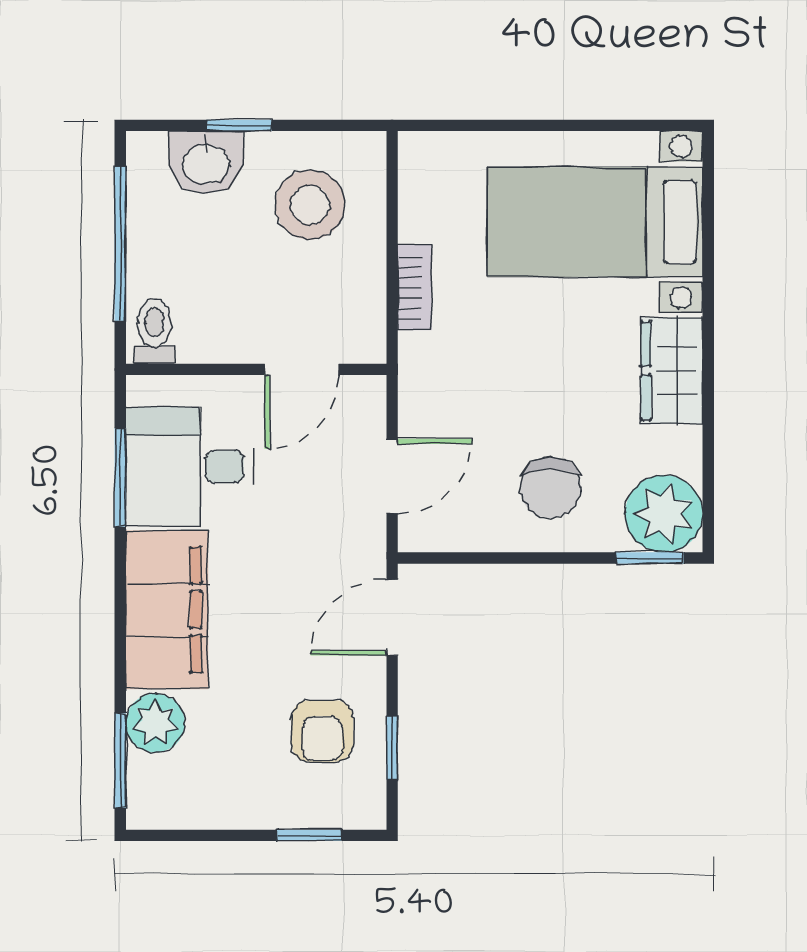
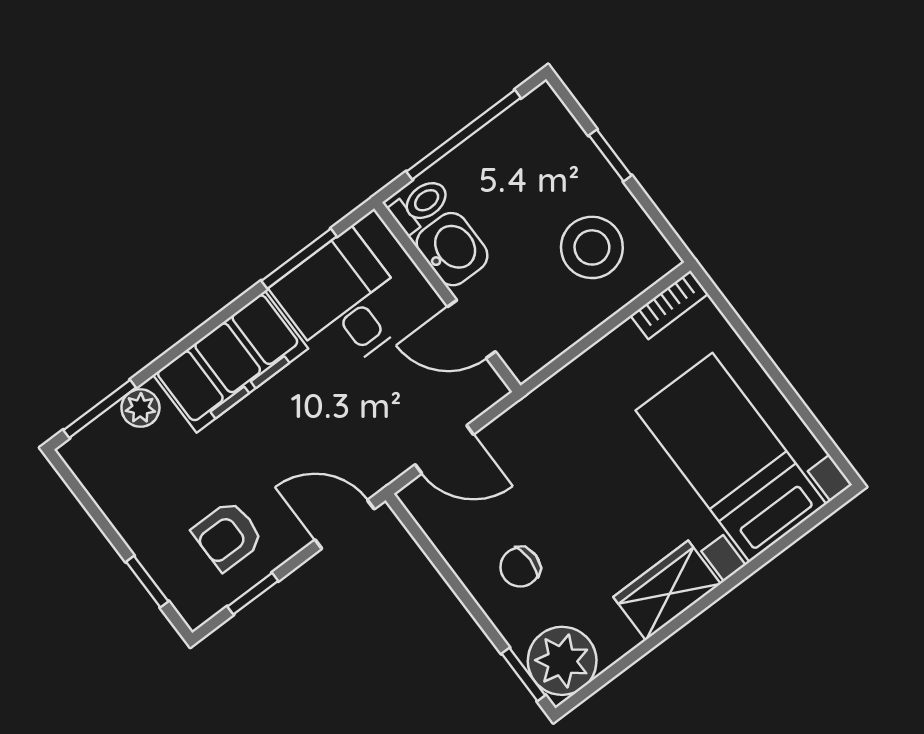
washbasin: (206, 162) -> (452, 249), moved, turned 180
bookcase: (415, 288) -> (669, 305), moved
chair: (550, 488) -> (520, 567), width x0.73, depth x0.73
plant: (155, 723) -> (140, 408), width x0.73, depth x0.73

